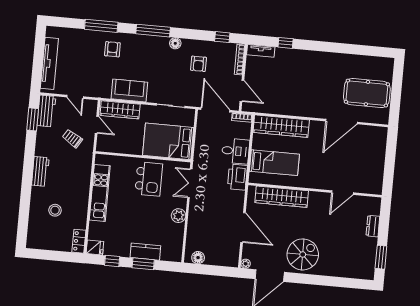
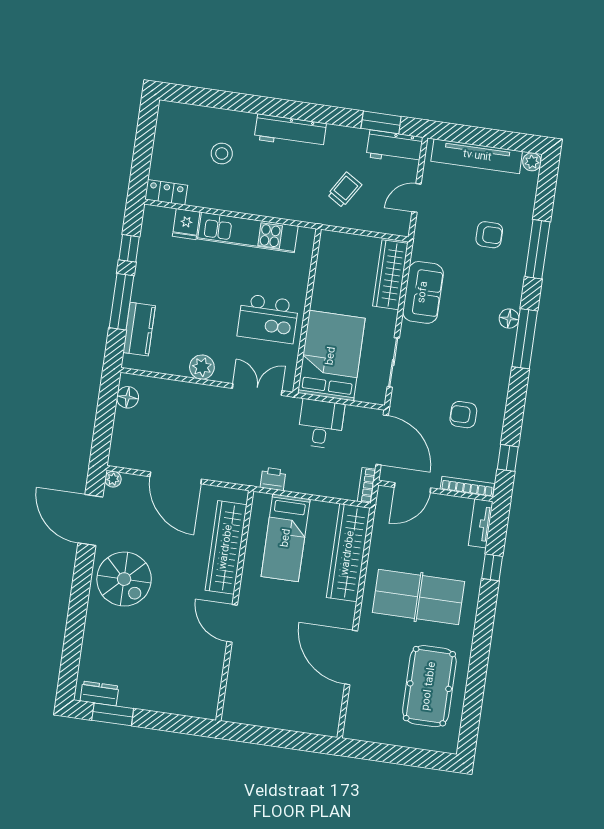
plant: (51, 31) -> (532, 162), added
floor lamp: (175, 43) -> (509, 319), moved
armchair: (112, 49) -> (489, 235), moved
table tennis table: (305, 85) -> (418, 597), added
pool table: (367, 93) -> (429, 686), moved
door: (215, 110) -> (382, 440), hinge flipped
door: (97, 125) -> (366, 233), removed
desk: (236, 151) -> (321, 424), moved, turned 180
workbench: (40, 171) -> (290, 131), width x1.38
printer: (237, 177) -> (273, 479), width x0.53, depth x0.68
door: (343, 193) -> (232, 623), moved
dresser: (373, 226) -> (99, 693), moved
door: (243, 228) -> (176, 478), hinge flipped
fridge: (95, 247) -> (186, 224), moved
kitchen counter: (145, 252) -> (139, 329), moved
window: (143, 264) -> (121, 302), width x1.44

